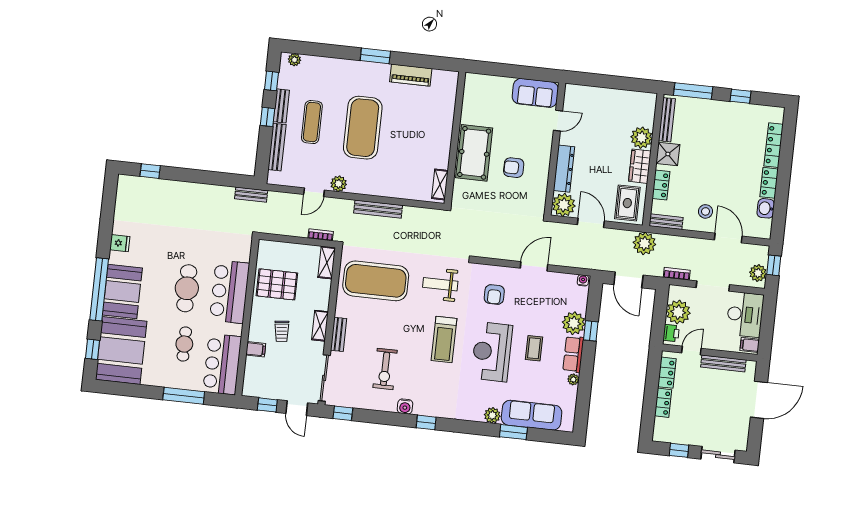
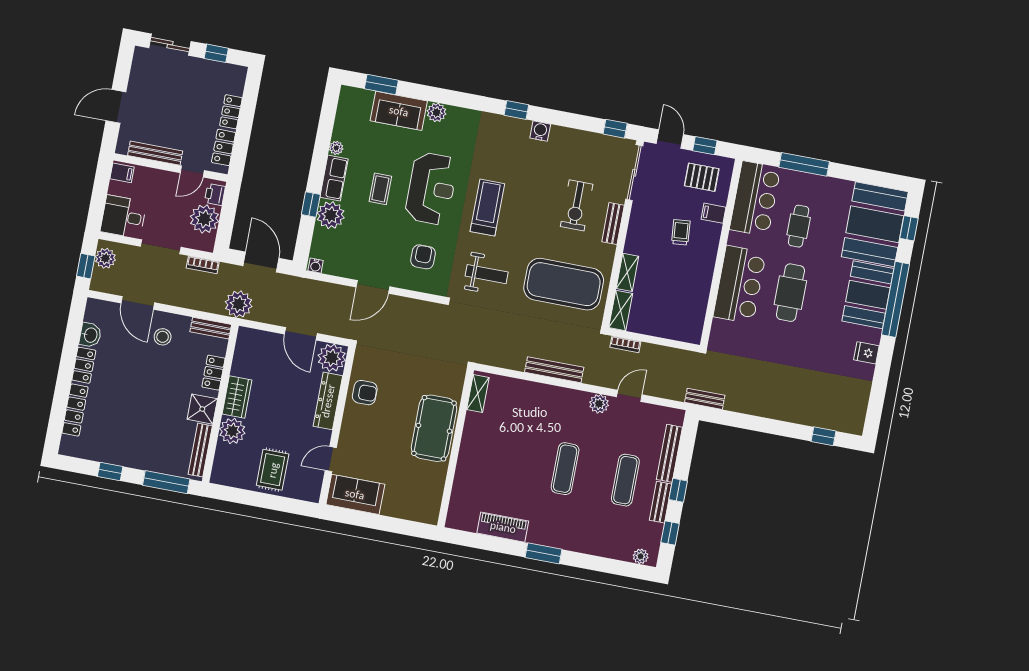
exercise mat: (363, 128) -> (565, 469), width x0.50, depth x0.69
armchair: (514, 168) -> (365, 393), moved
rug: (627, 203) -> (273, 470), moved
pallet: (277, 284) -> (702, 177), moved, width x0.67, depth x0.71
desk: (745, 315) -> (123, 217), width x0.73
shelving: (320, 326) -> (627, 272), moved
exercise bike: (385, 369) -> (577, 205), moved, turned 180
door: (759, 400) -> (116, 106), width x0.73
sofa: (532, 415) -> (399, 111), width x0.73
window: (513, 432) -> (381, 85), moved

